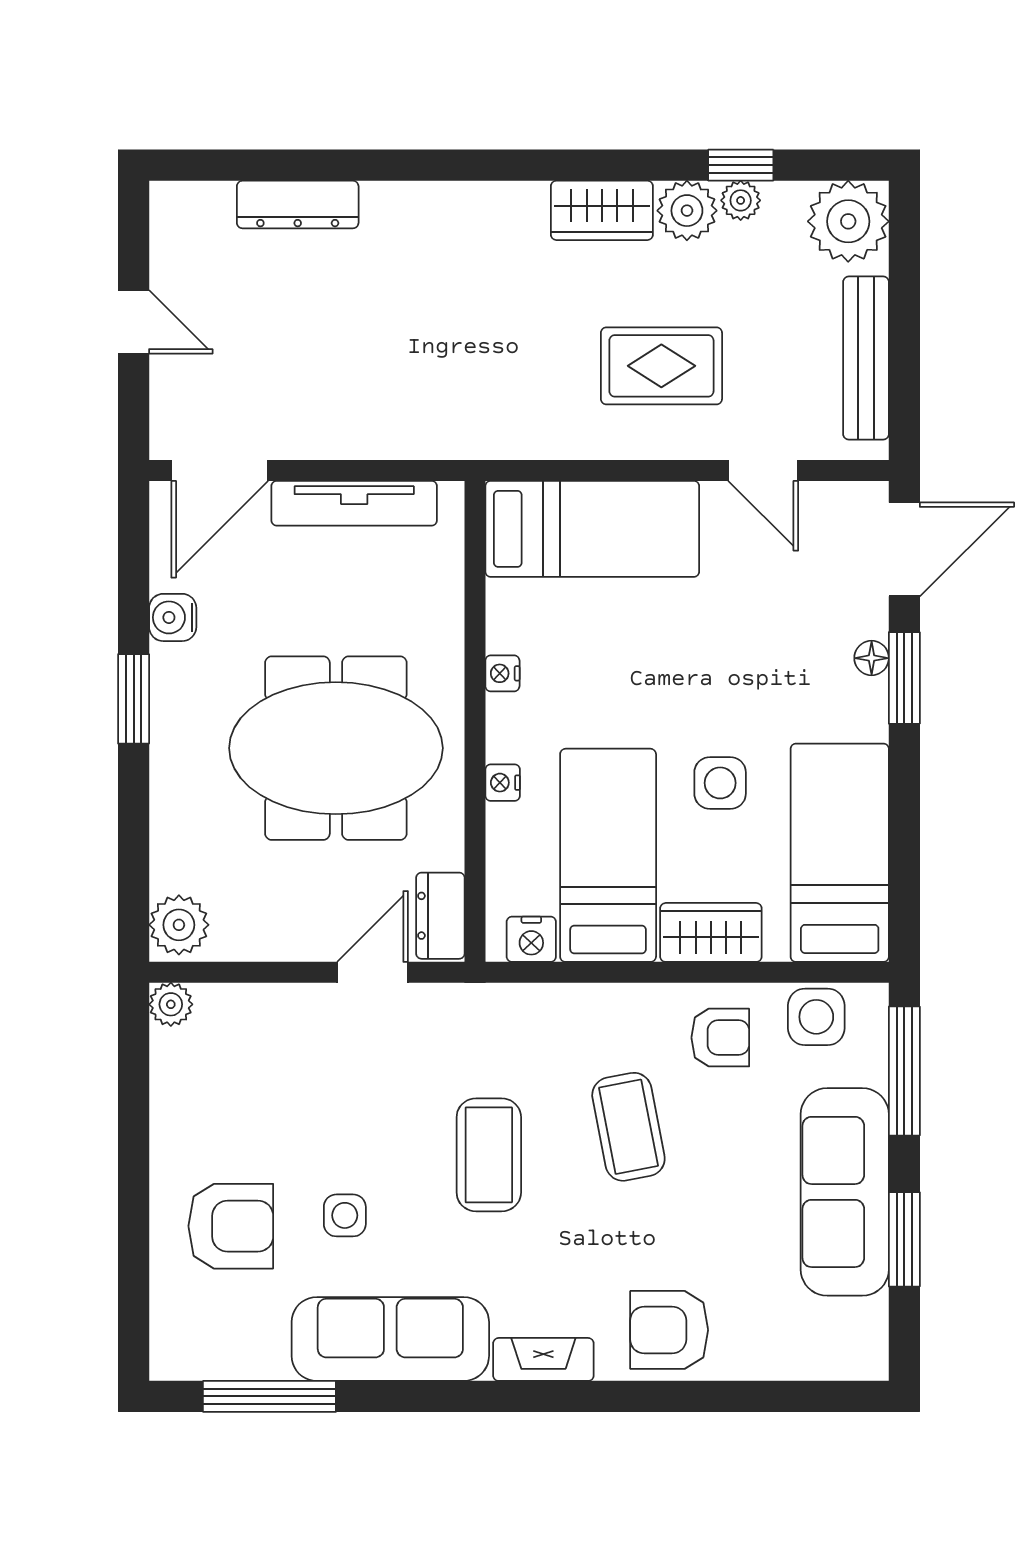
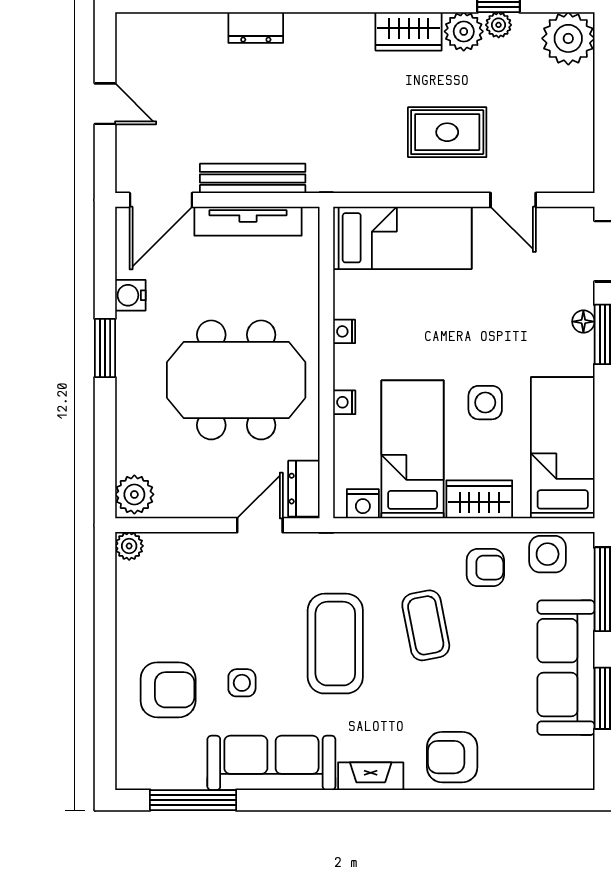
dresser: (298, 205) -> (256, 28), moved, width x0.70
bench: (866, 358) -> (253, 178), moved, turned 90
coffee table: (489, 1155) -> (335, 644), width x1.36, depth x1.32

